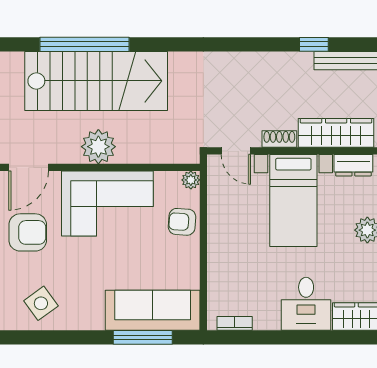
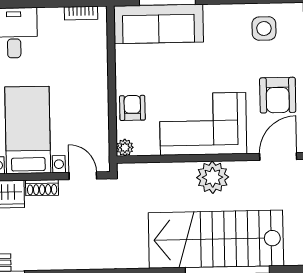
armchair: (182, 222) -> (132, 108), turned -94
armchair: (28, 232) -> (278, 95), turned -90
side table: (41, 303) -> (264, 28), turned 36

